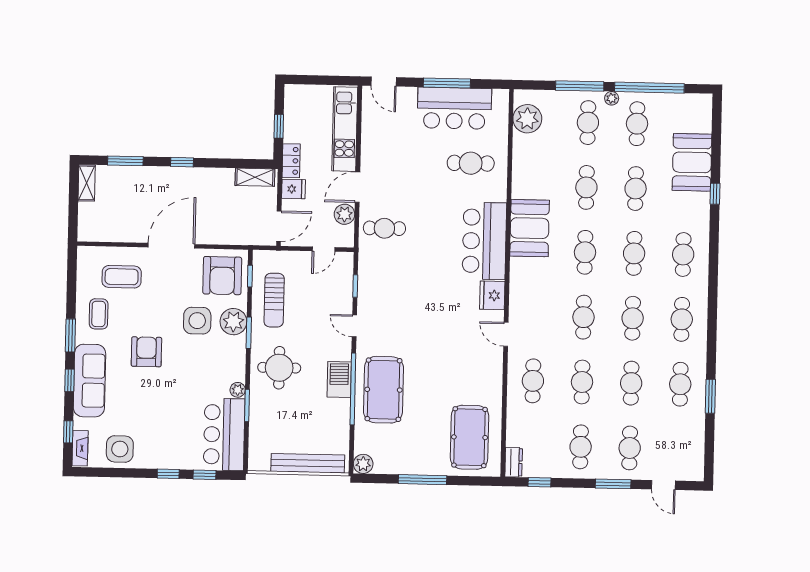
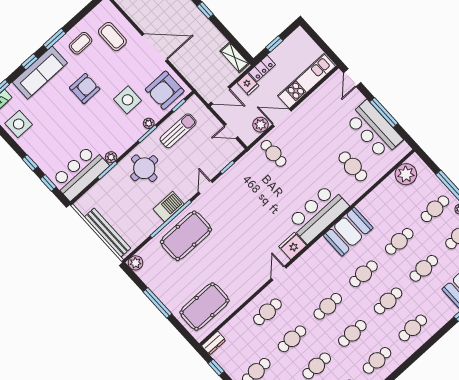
sun lounger: (274, 300) -> (178, 131), turned 180
plant: (233, 322) -> (149, 123), width x0.53, depth x0.53

